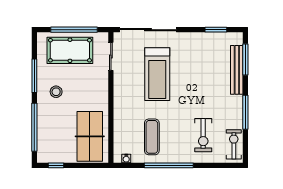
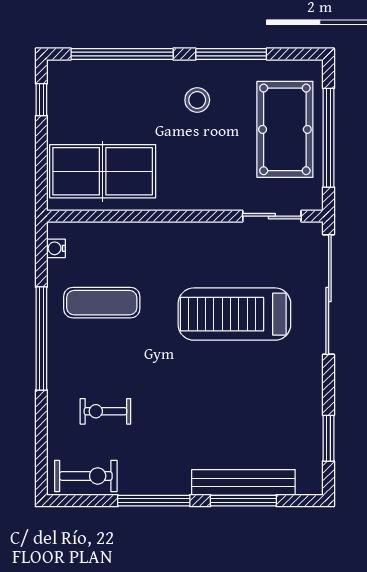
window: (245, 59) -> (243, 501), moved
exercise bike: (203, 135) -> (105, 411), width x0.73, depth x0.72

